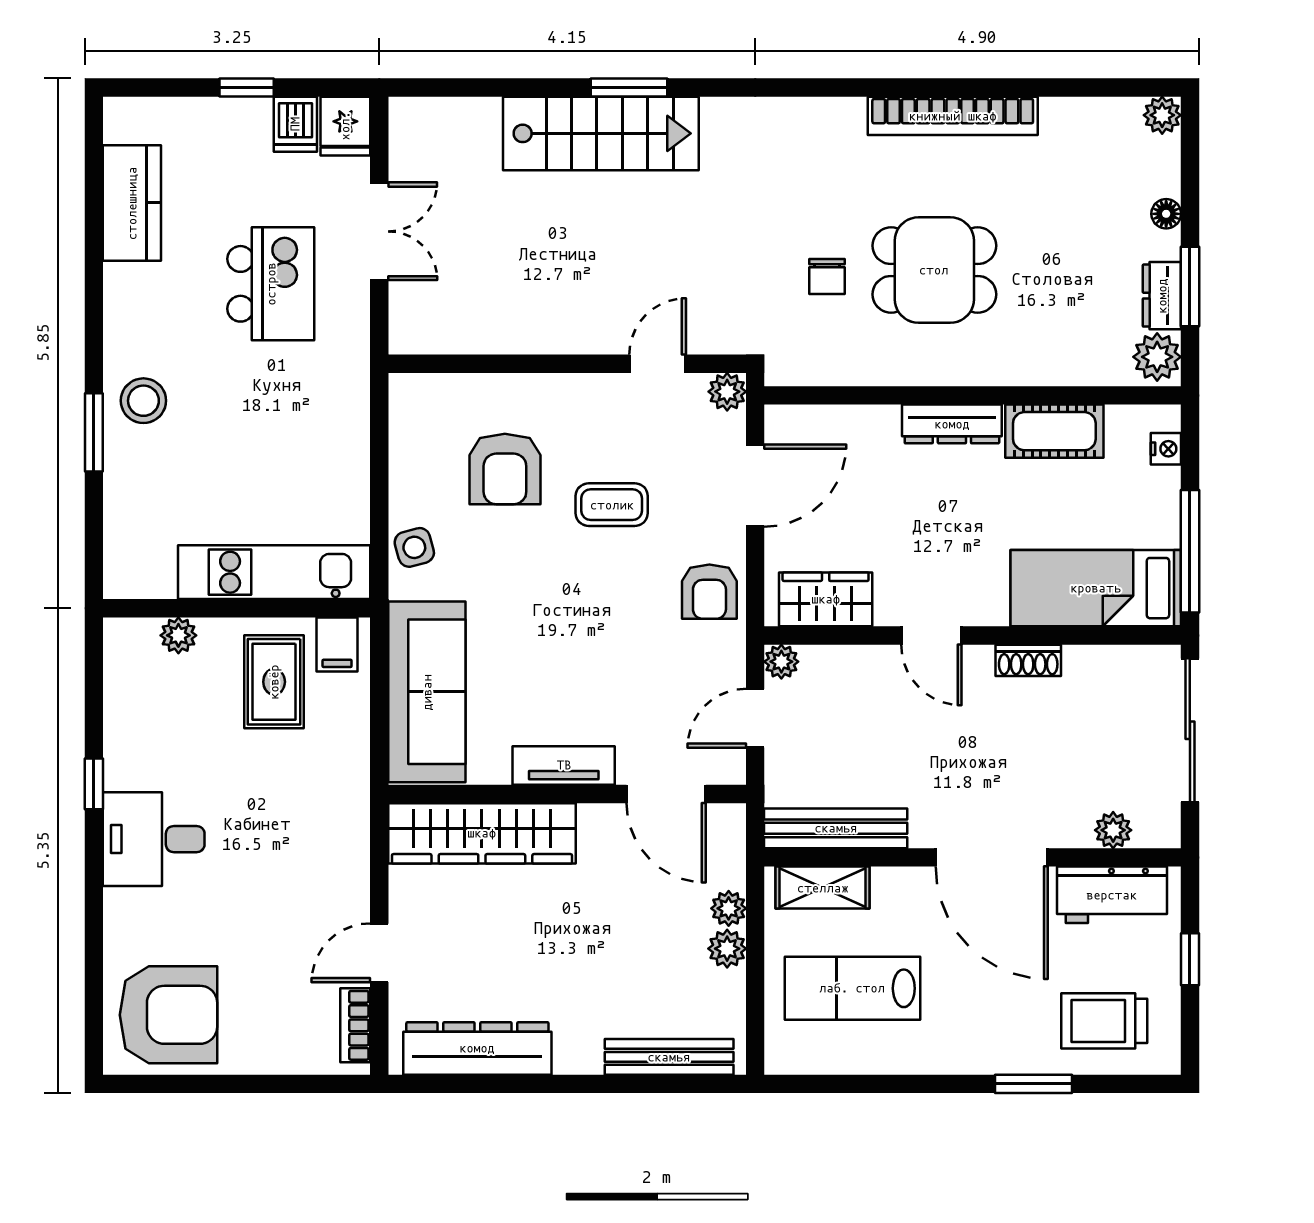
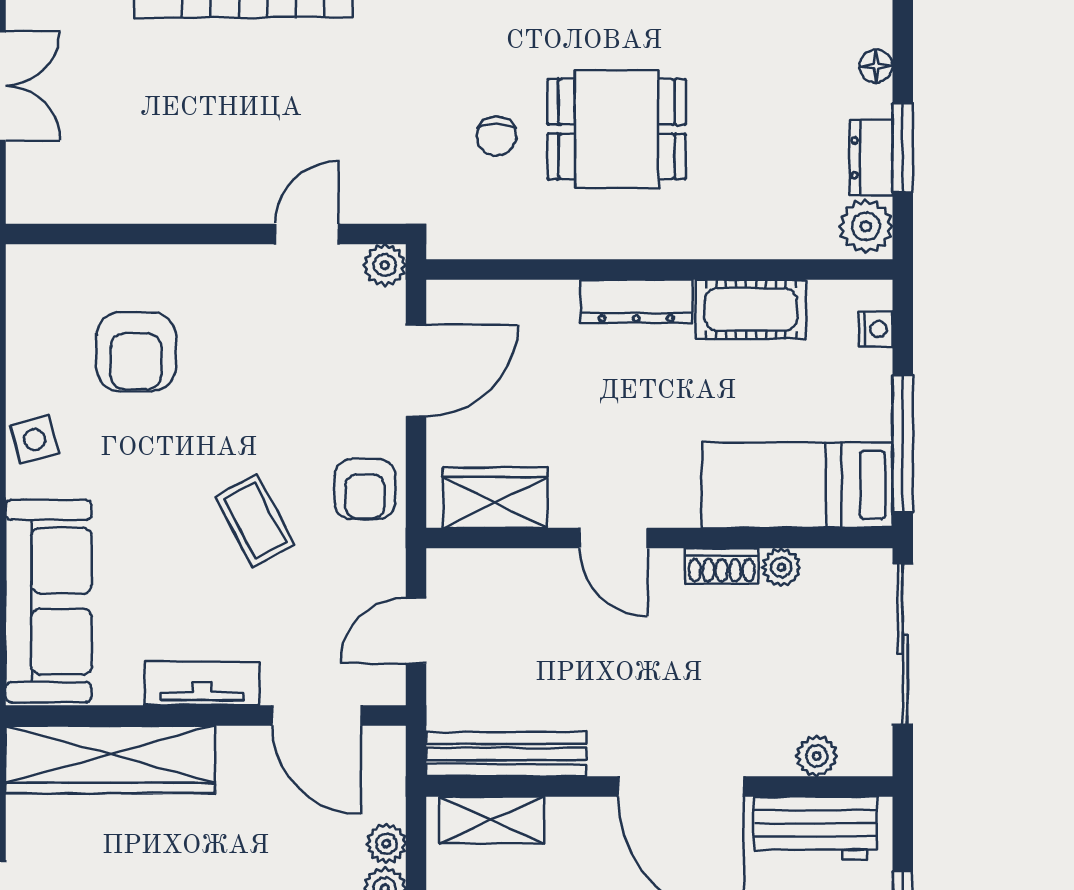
coffee table: (612, 505) -> (255, 521), moved, turned 62
plant: (781, 662) -> (781, 567), moved

